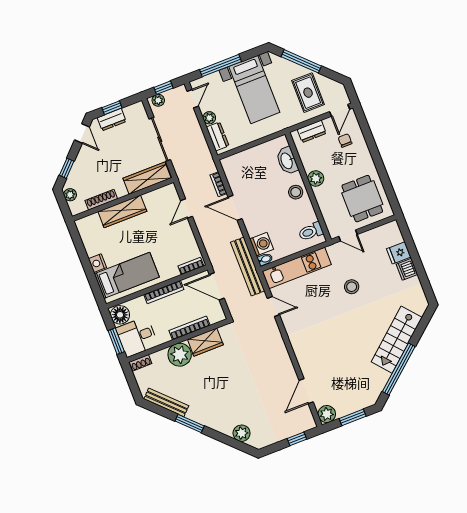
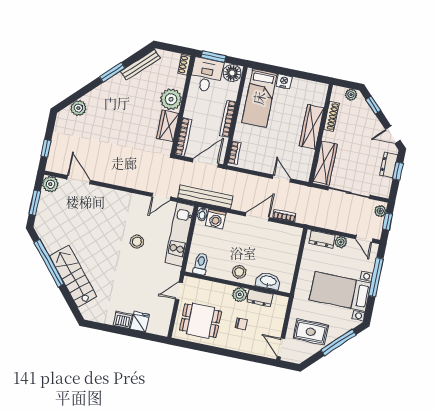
dresser: (312, 131) -> (260, 298), moved, turned -90
chair: (345, 140) -> (241, 324), moved
stool: (352, 287) -> (137, 242), moved
bookcase: (190, 328) -> (183, 137), moved

